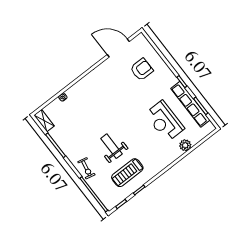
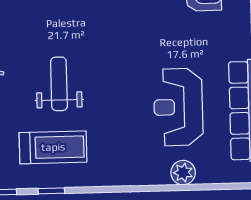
treadmill: (127, 173) -> (53, 147), turned 180

